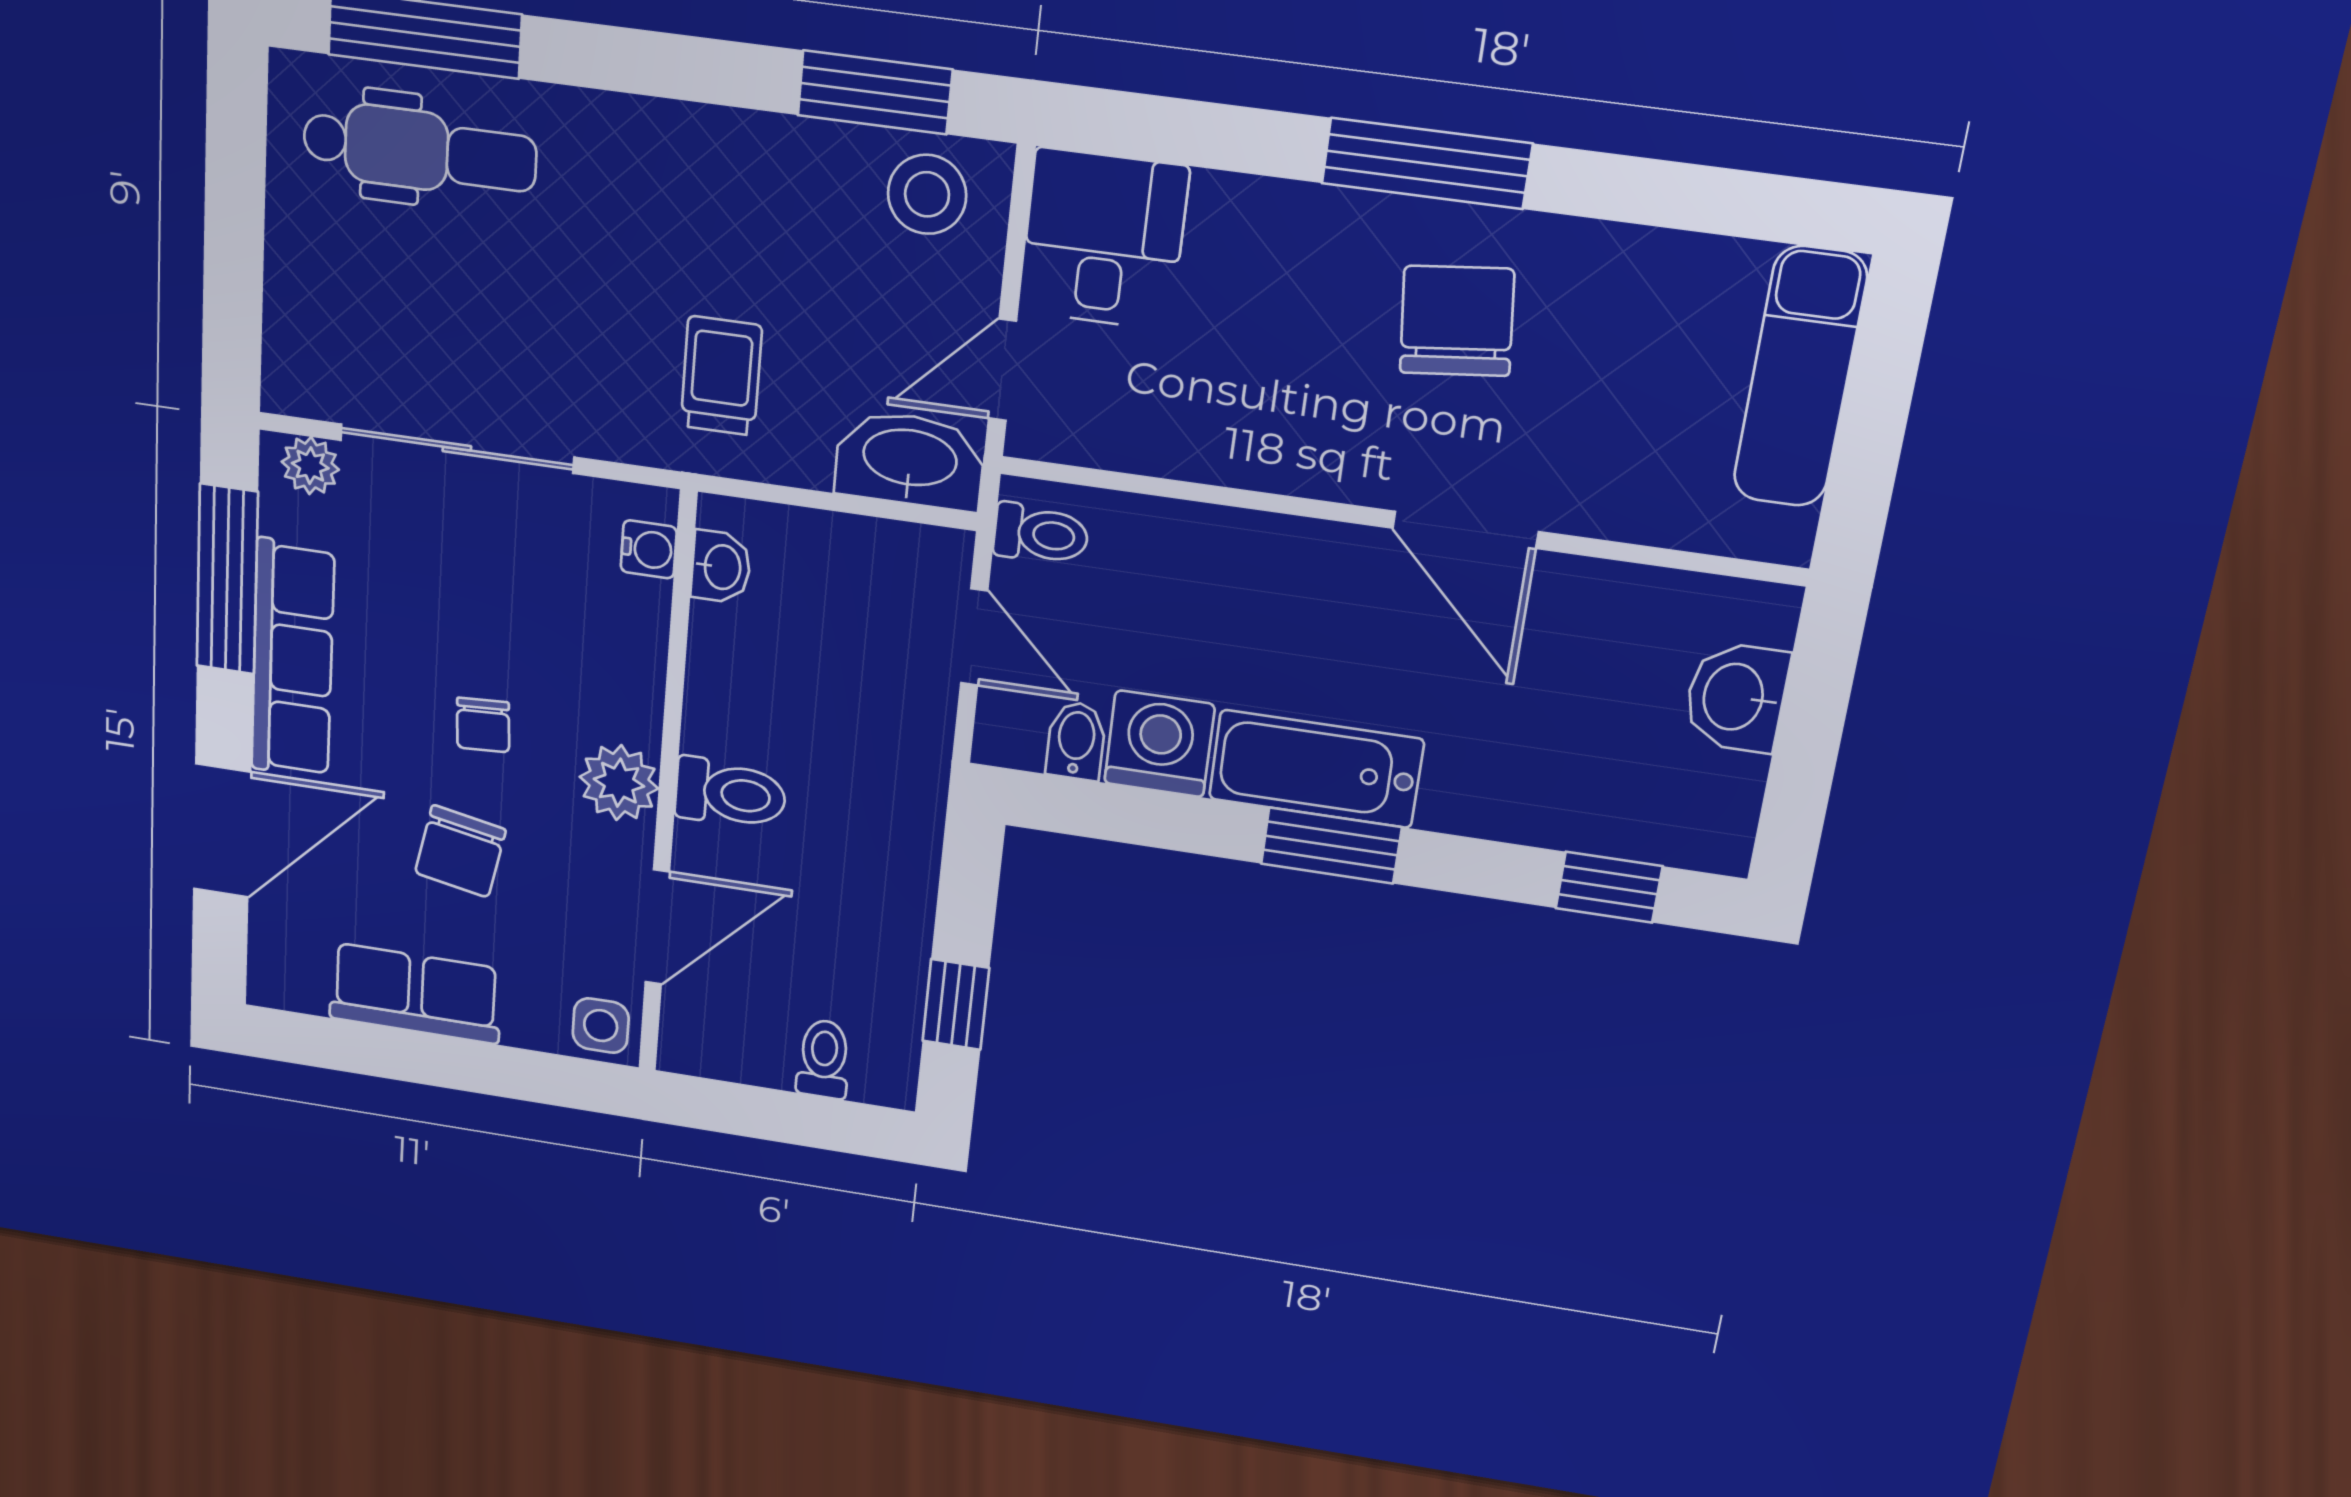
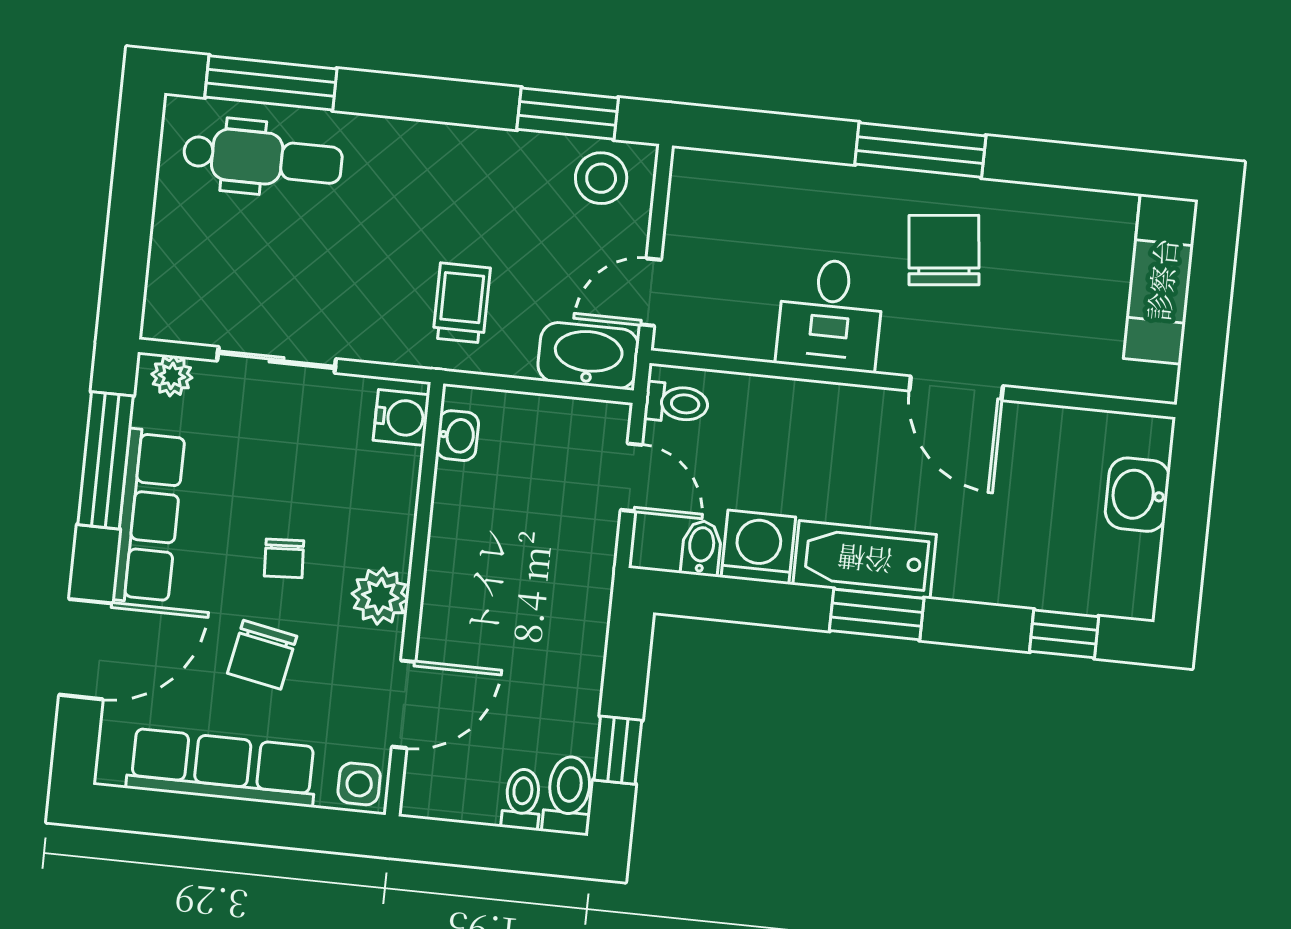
desk: (1104, 239) -> (830, 315), moved, turned 180
sliding door: (457, 449) -> (277, 360), width x0.73
water cooler: (649, 549) -> (401, 417), width x1.38, depth x1.38
toilet: (730, 793) -> (569, 795), moved, turned -90
row of seats: (415, 993) -> (222, 768), width x1.48

